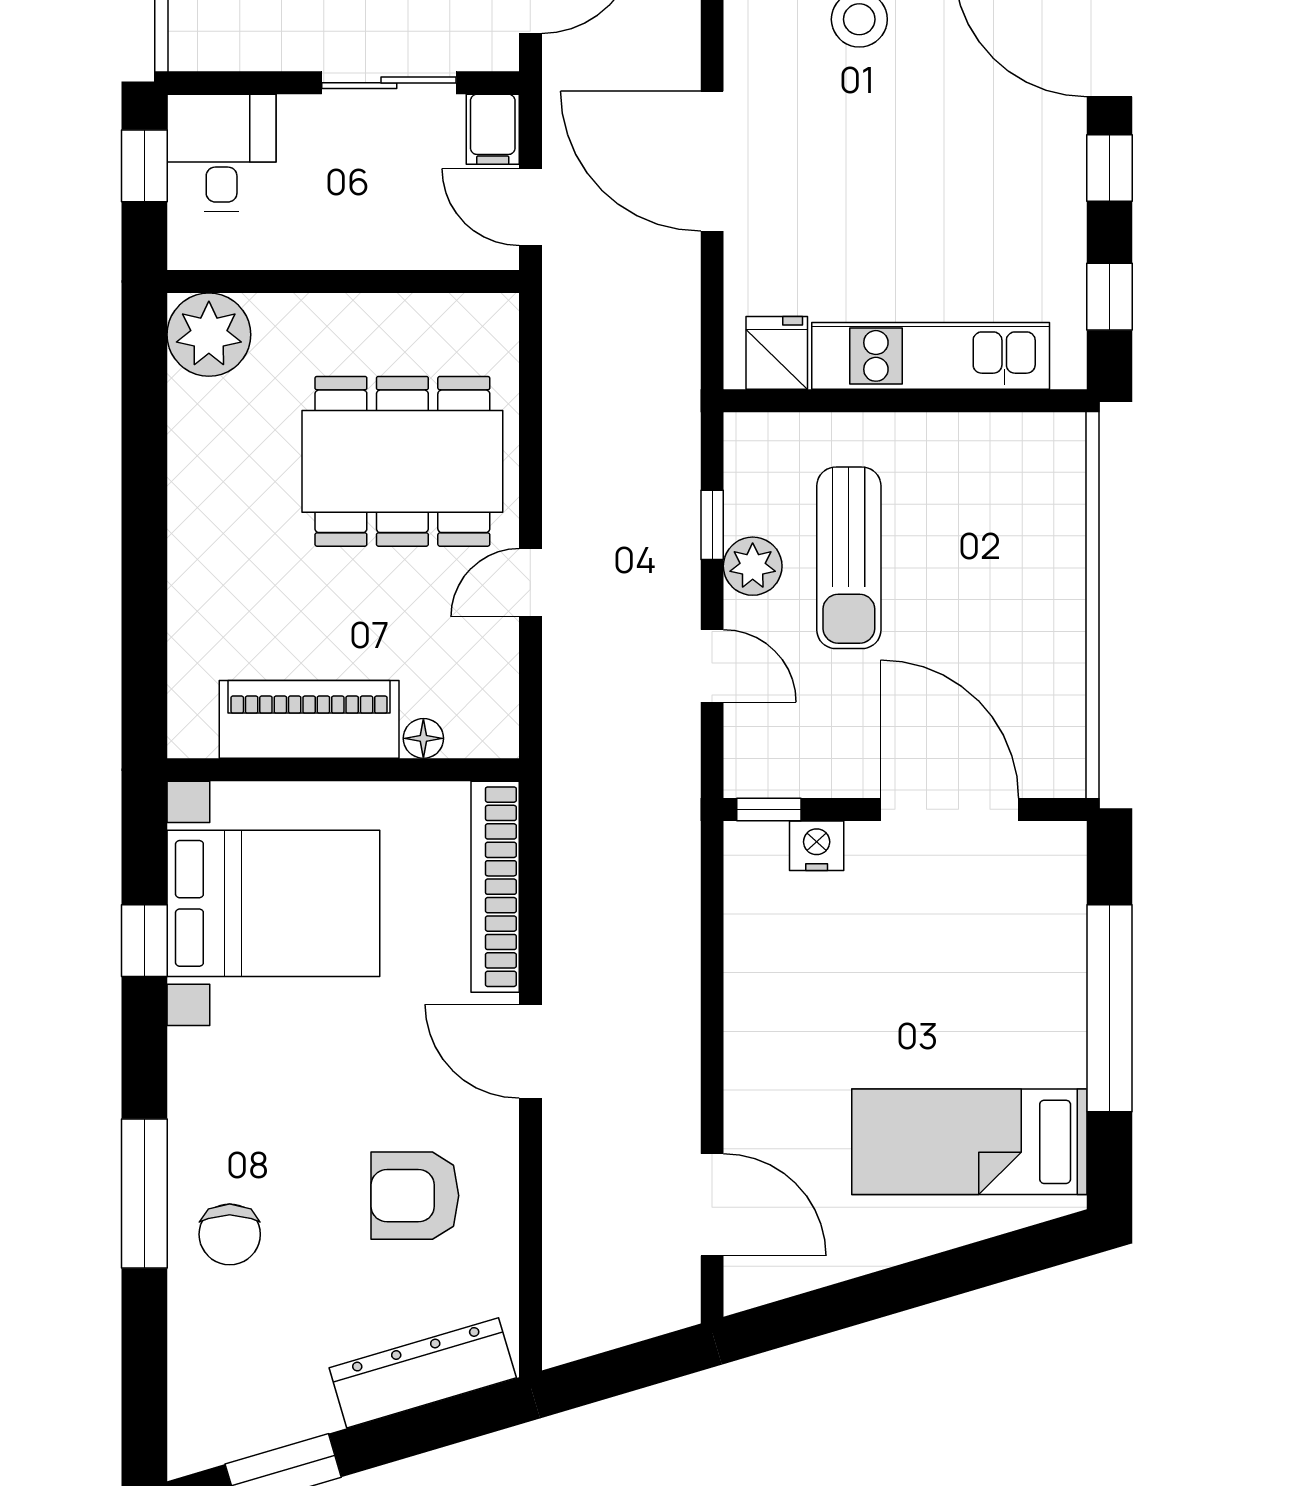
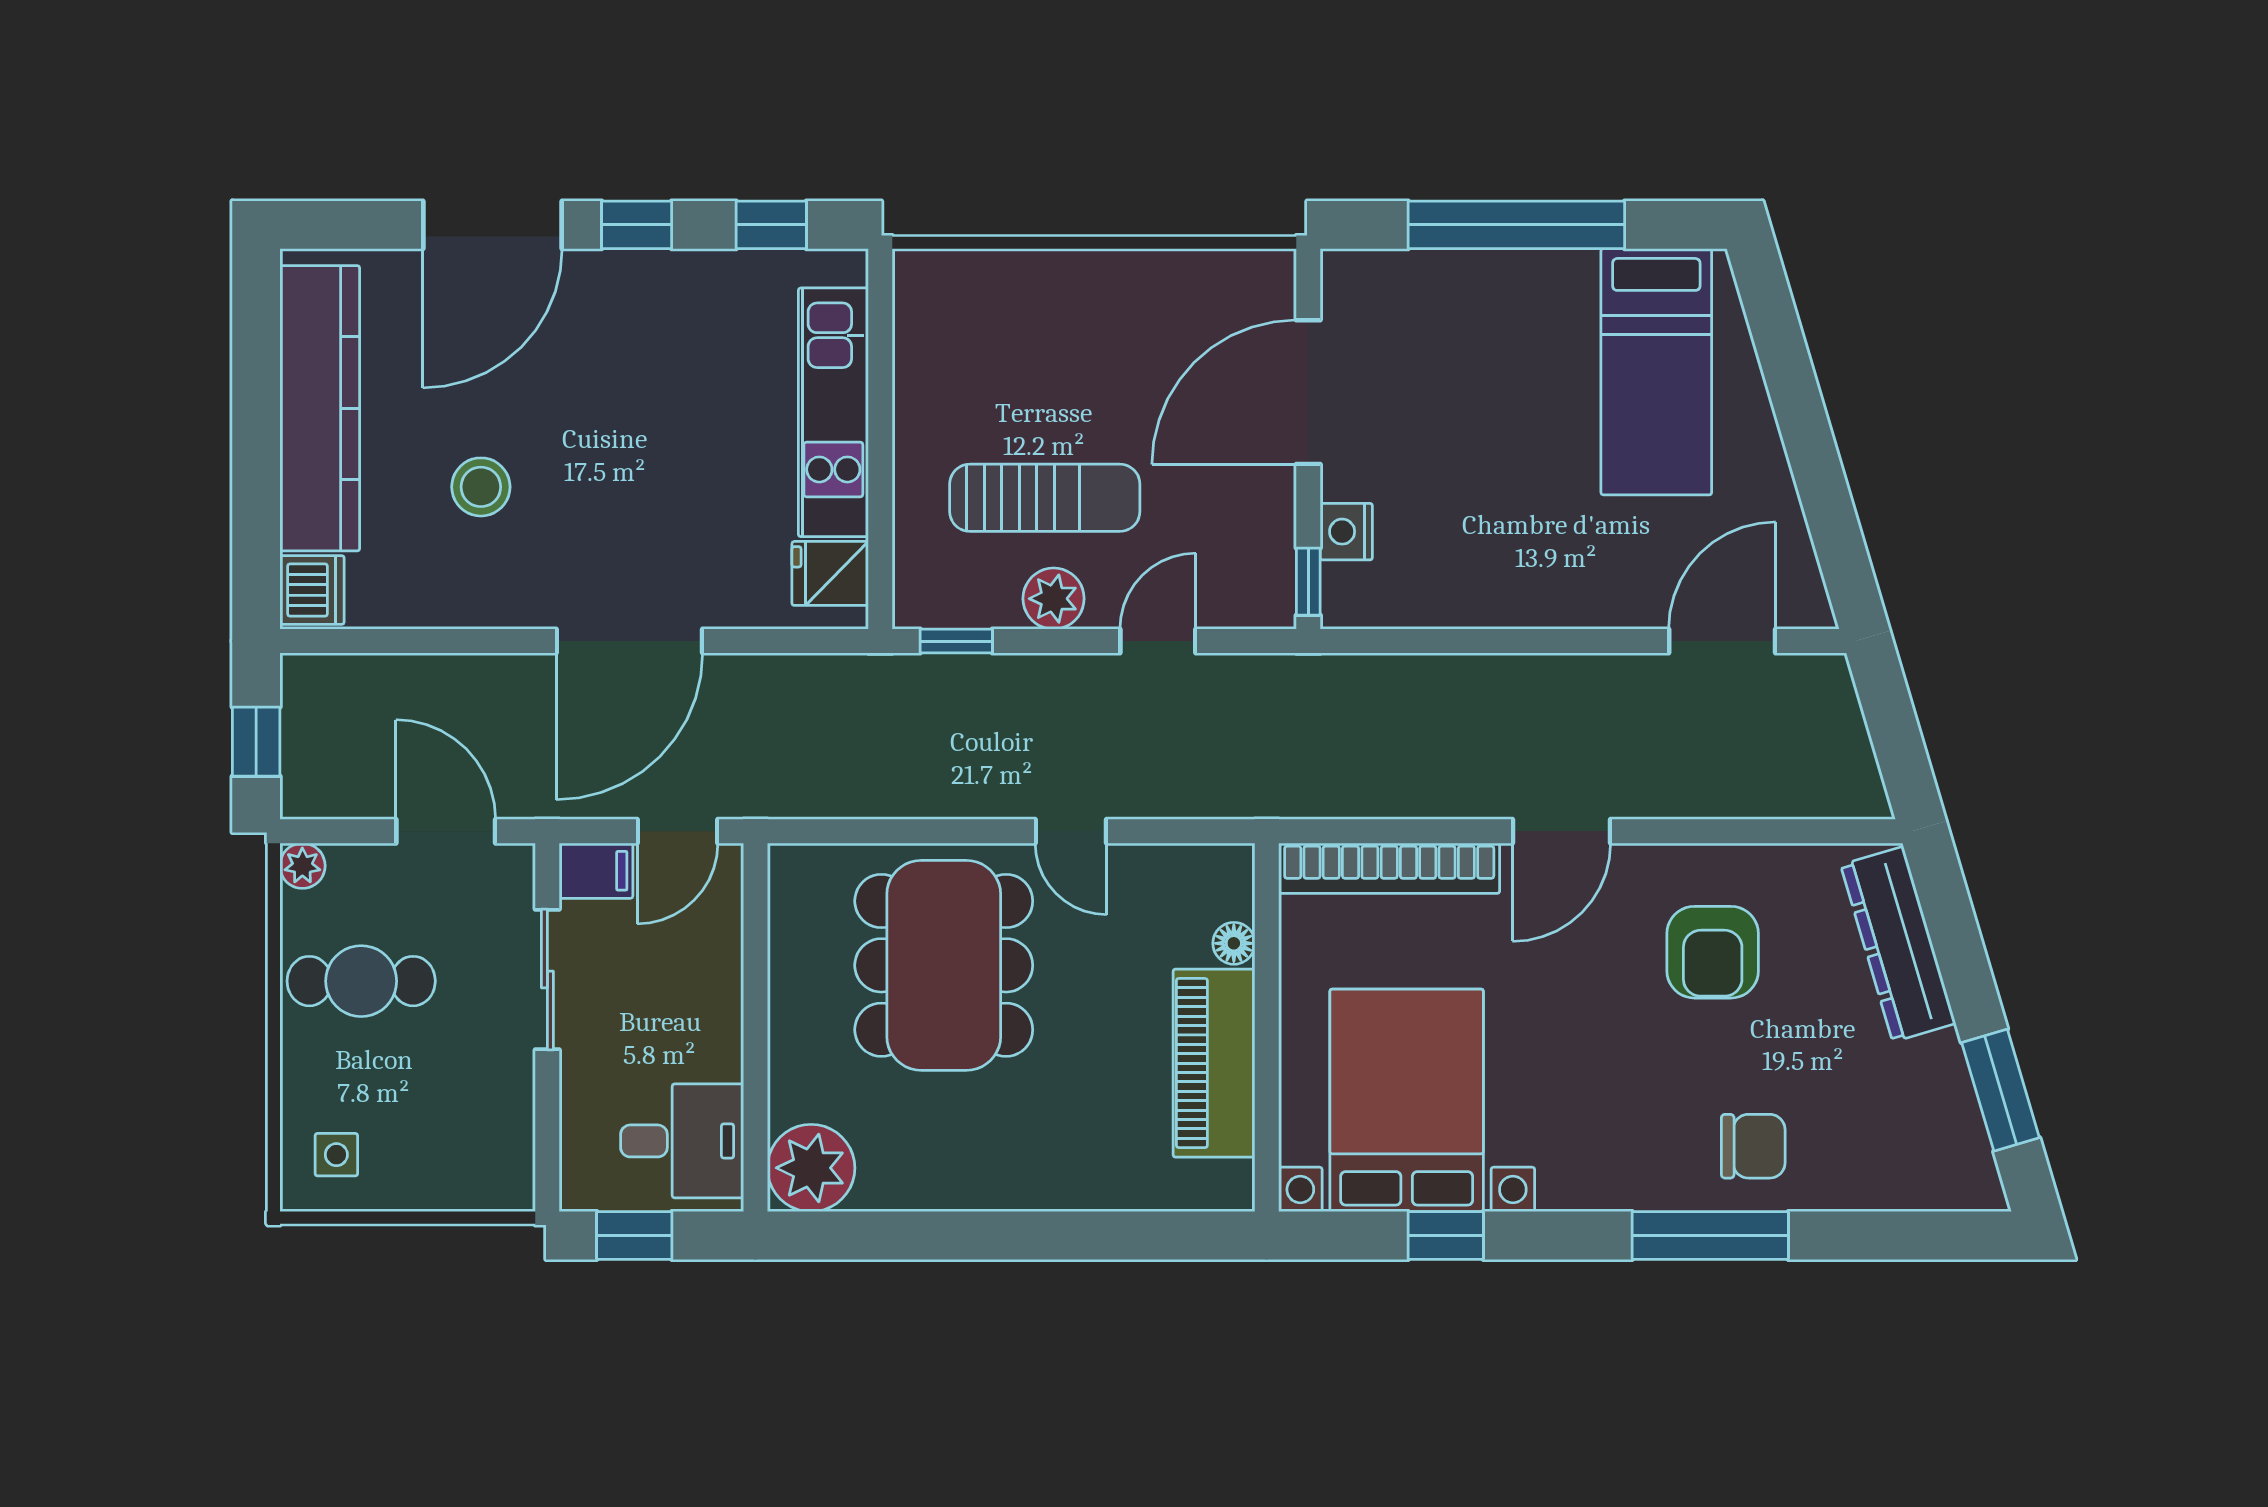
desk: (222, 153) -> (682, 1141), moved, turned 180
window: (712, 525) -> (956, 641), moved

